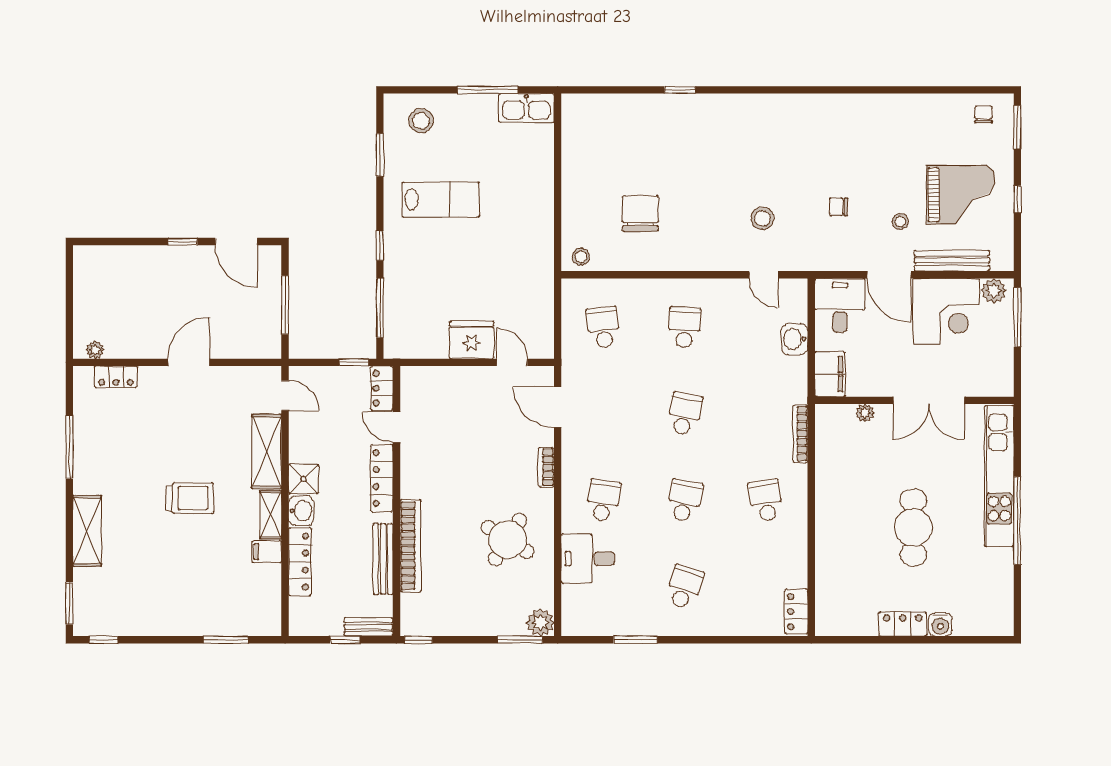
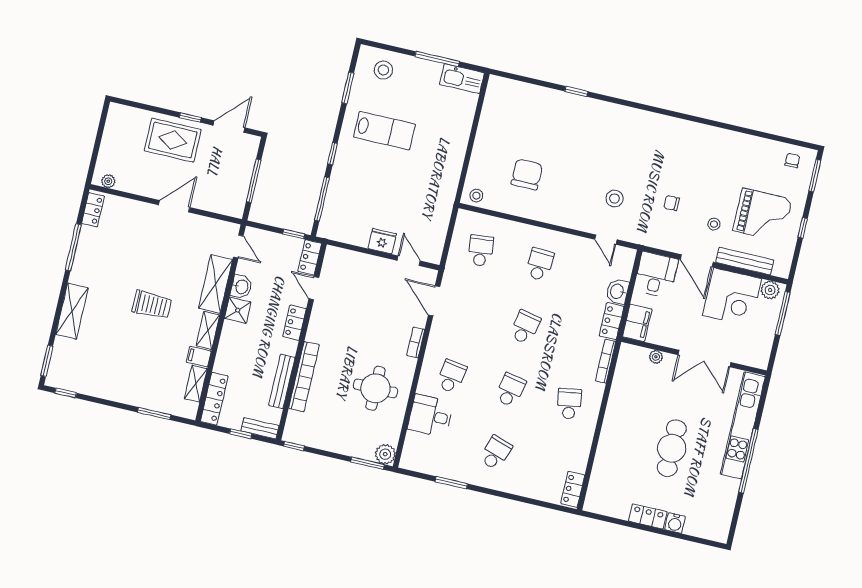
door: (236, 242) -> (229, 127), swing flipped
rug: (167, 276) -> (173, 140), added
fridge: (471, 340) -> (382, 241), width x0.73, depth x0.75
locker: (116, 377) -> (93, 210), moved, turned -90
locker: (796, 380) -> (612, 321), added
locker: (382, 478) -> (295, 323), width x0.66
washbasin: (301, 511) -> (241, 287), moved
round table: (508, 539) -> (375, 388), turned -32
locker: (300, 562) -> (214, 399), moved
shelving: (271, 588) -> (196, 384), added

